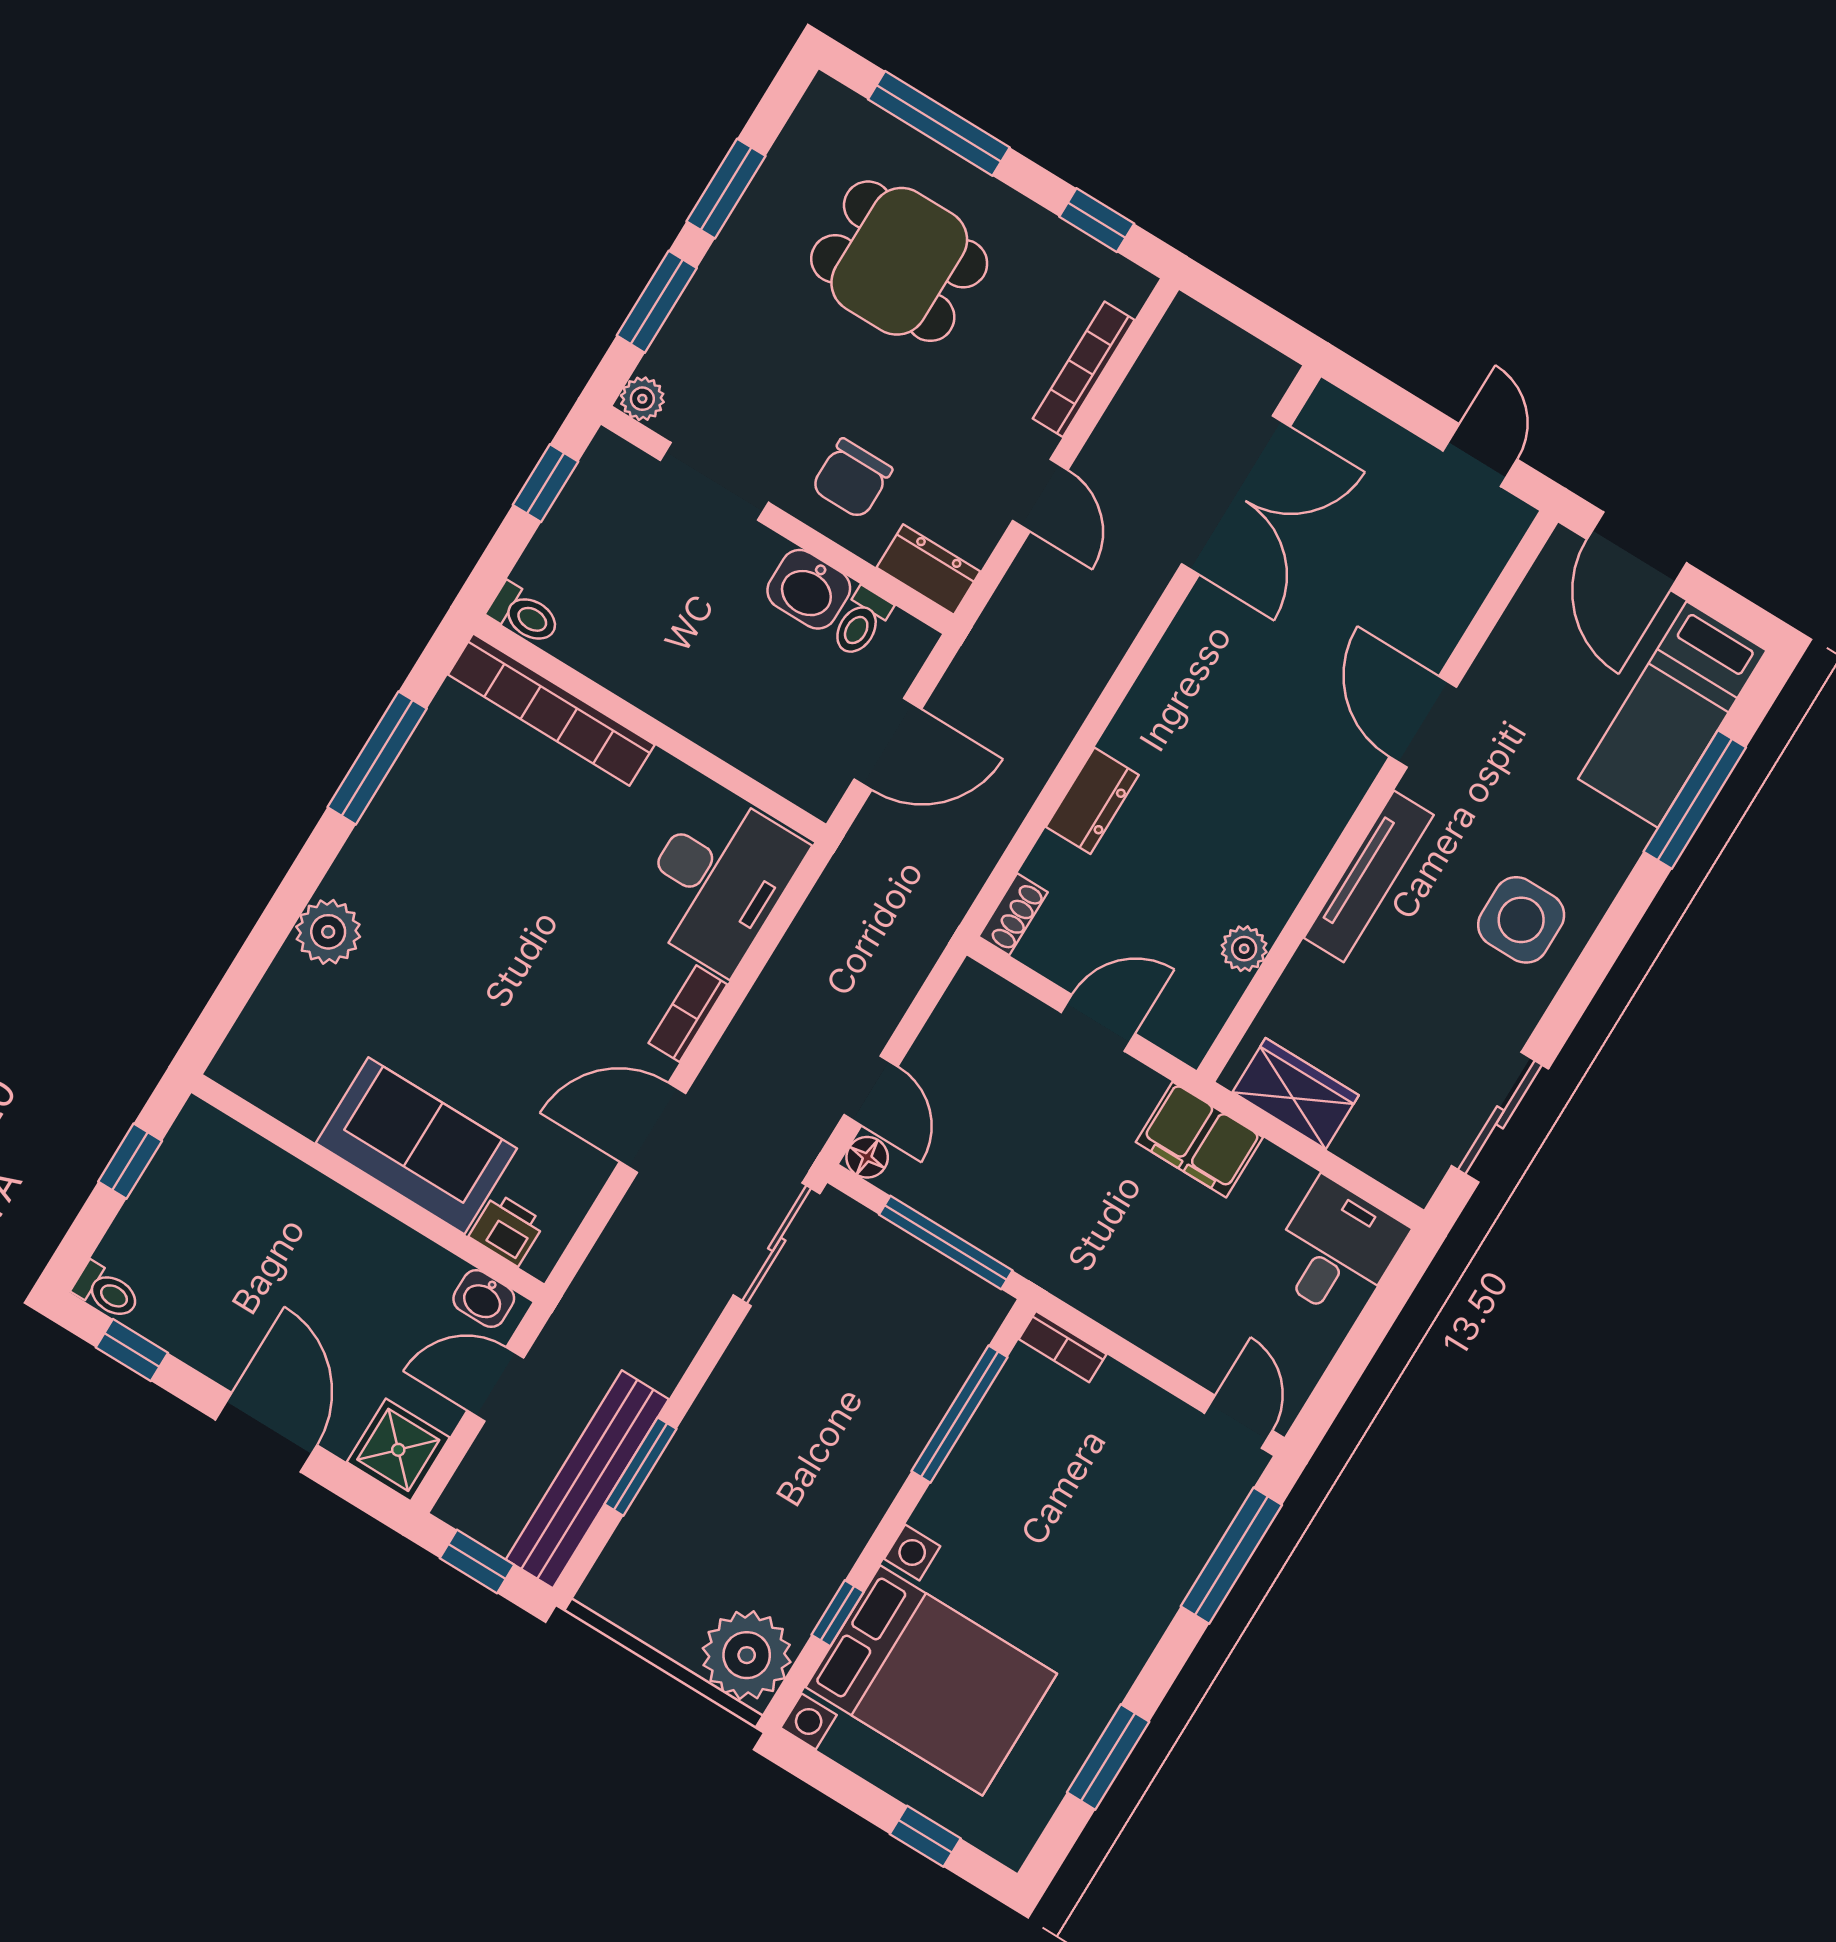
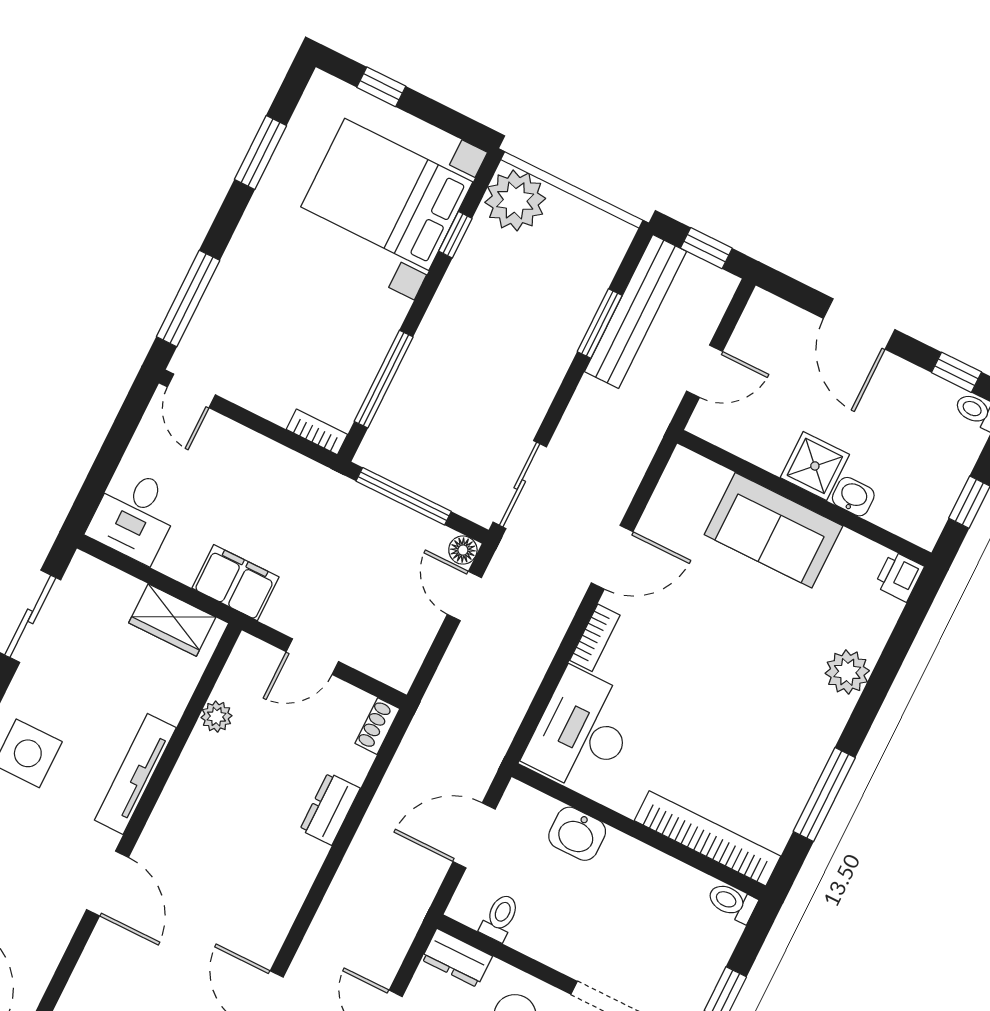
washbasin: (809, 589) -> (577, 834), moved, turned 180
printer: (507, 1229) -> (899, 576), moved, turned 90
washbasin: (484, 1299) -> (853, 497), moved
shower: (398, 1450) -> (815, 466), moved

